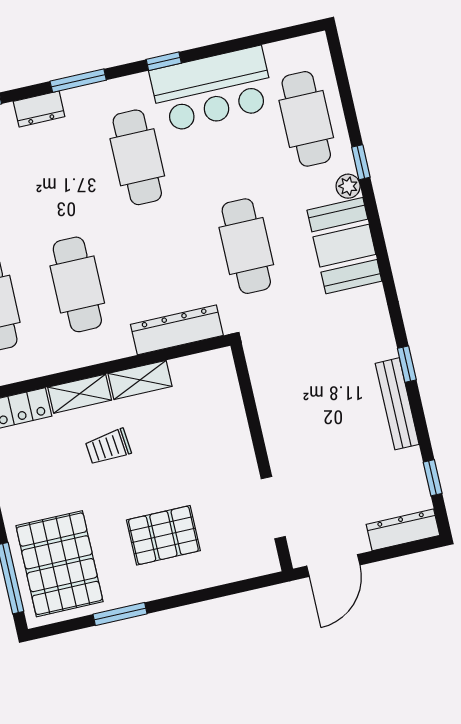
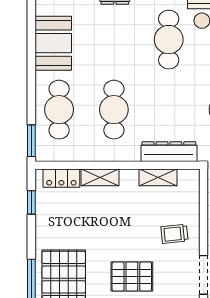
shelving: (140, 380) -> (158, 177), moved
trolley: (108, 447) -> (174, 234), moved

